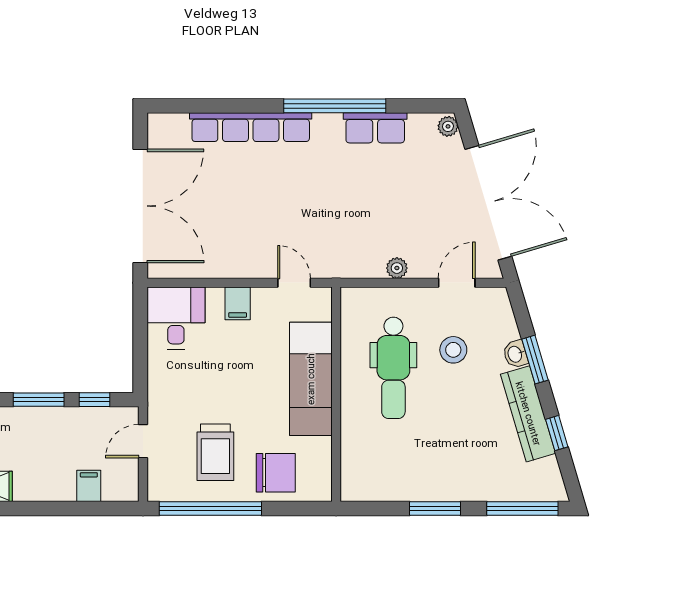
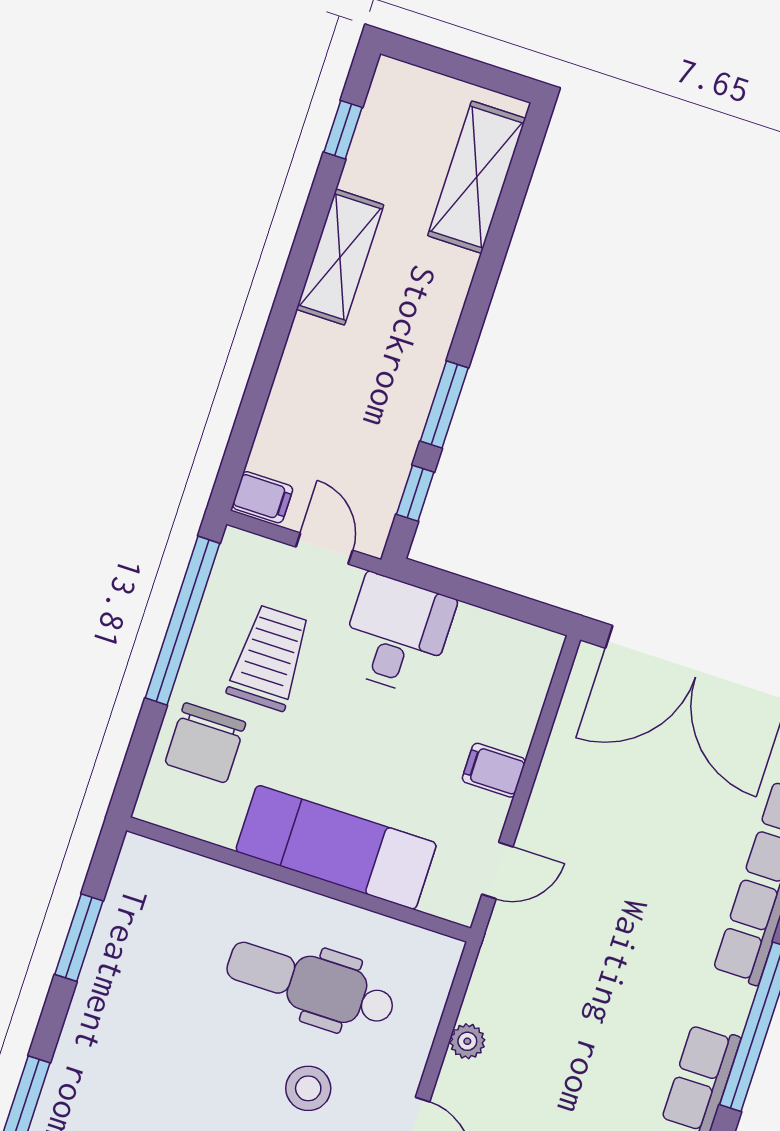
desk: (176, 318) -> (397, 634), moved, turned -90
trolley: (215, 452) -> (269, 658), turned 90
filing cabinet: (89, 486) -> (263, 497), moved
window: (435, 508) -> (79, 938), moved

